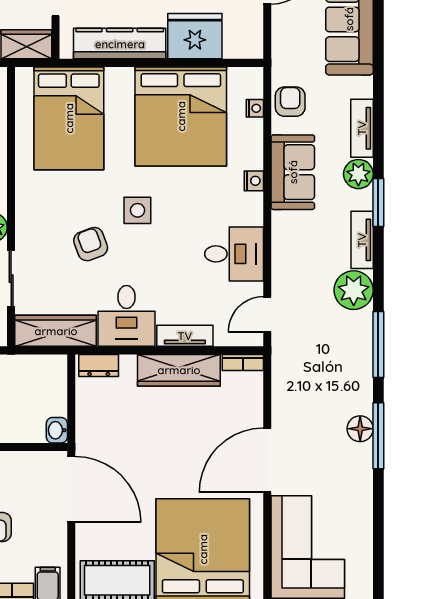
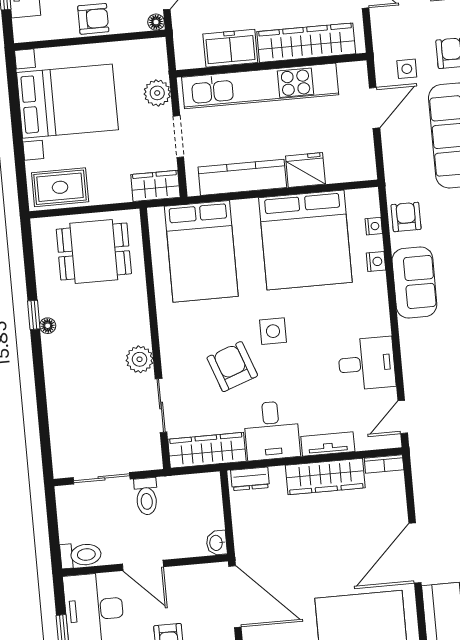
fridge: (195, 36) -> (305, 170), width x0.73, depth x0.75
nightstand: (254, 181) -> (376, 262), moved
armchair: (91, 244) -> (232, 367), width x1.38, depth x1.38

